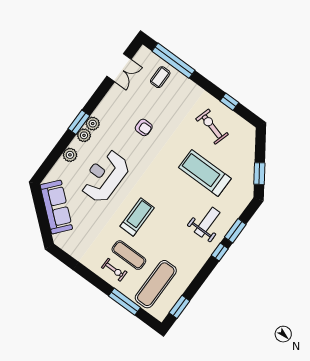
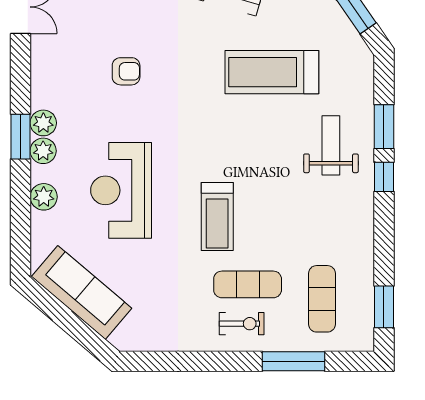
treadmill: (137, 217) -> (217, 217), turned 180
exercise mat: (156, 284) -> (322, 299), width x0.73, depth x0.69

